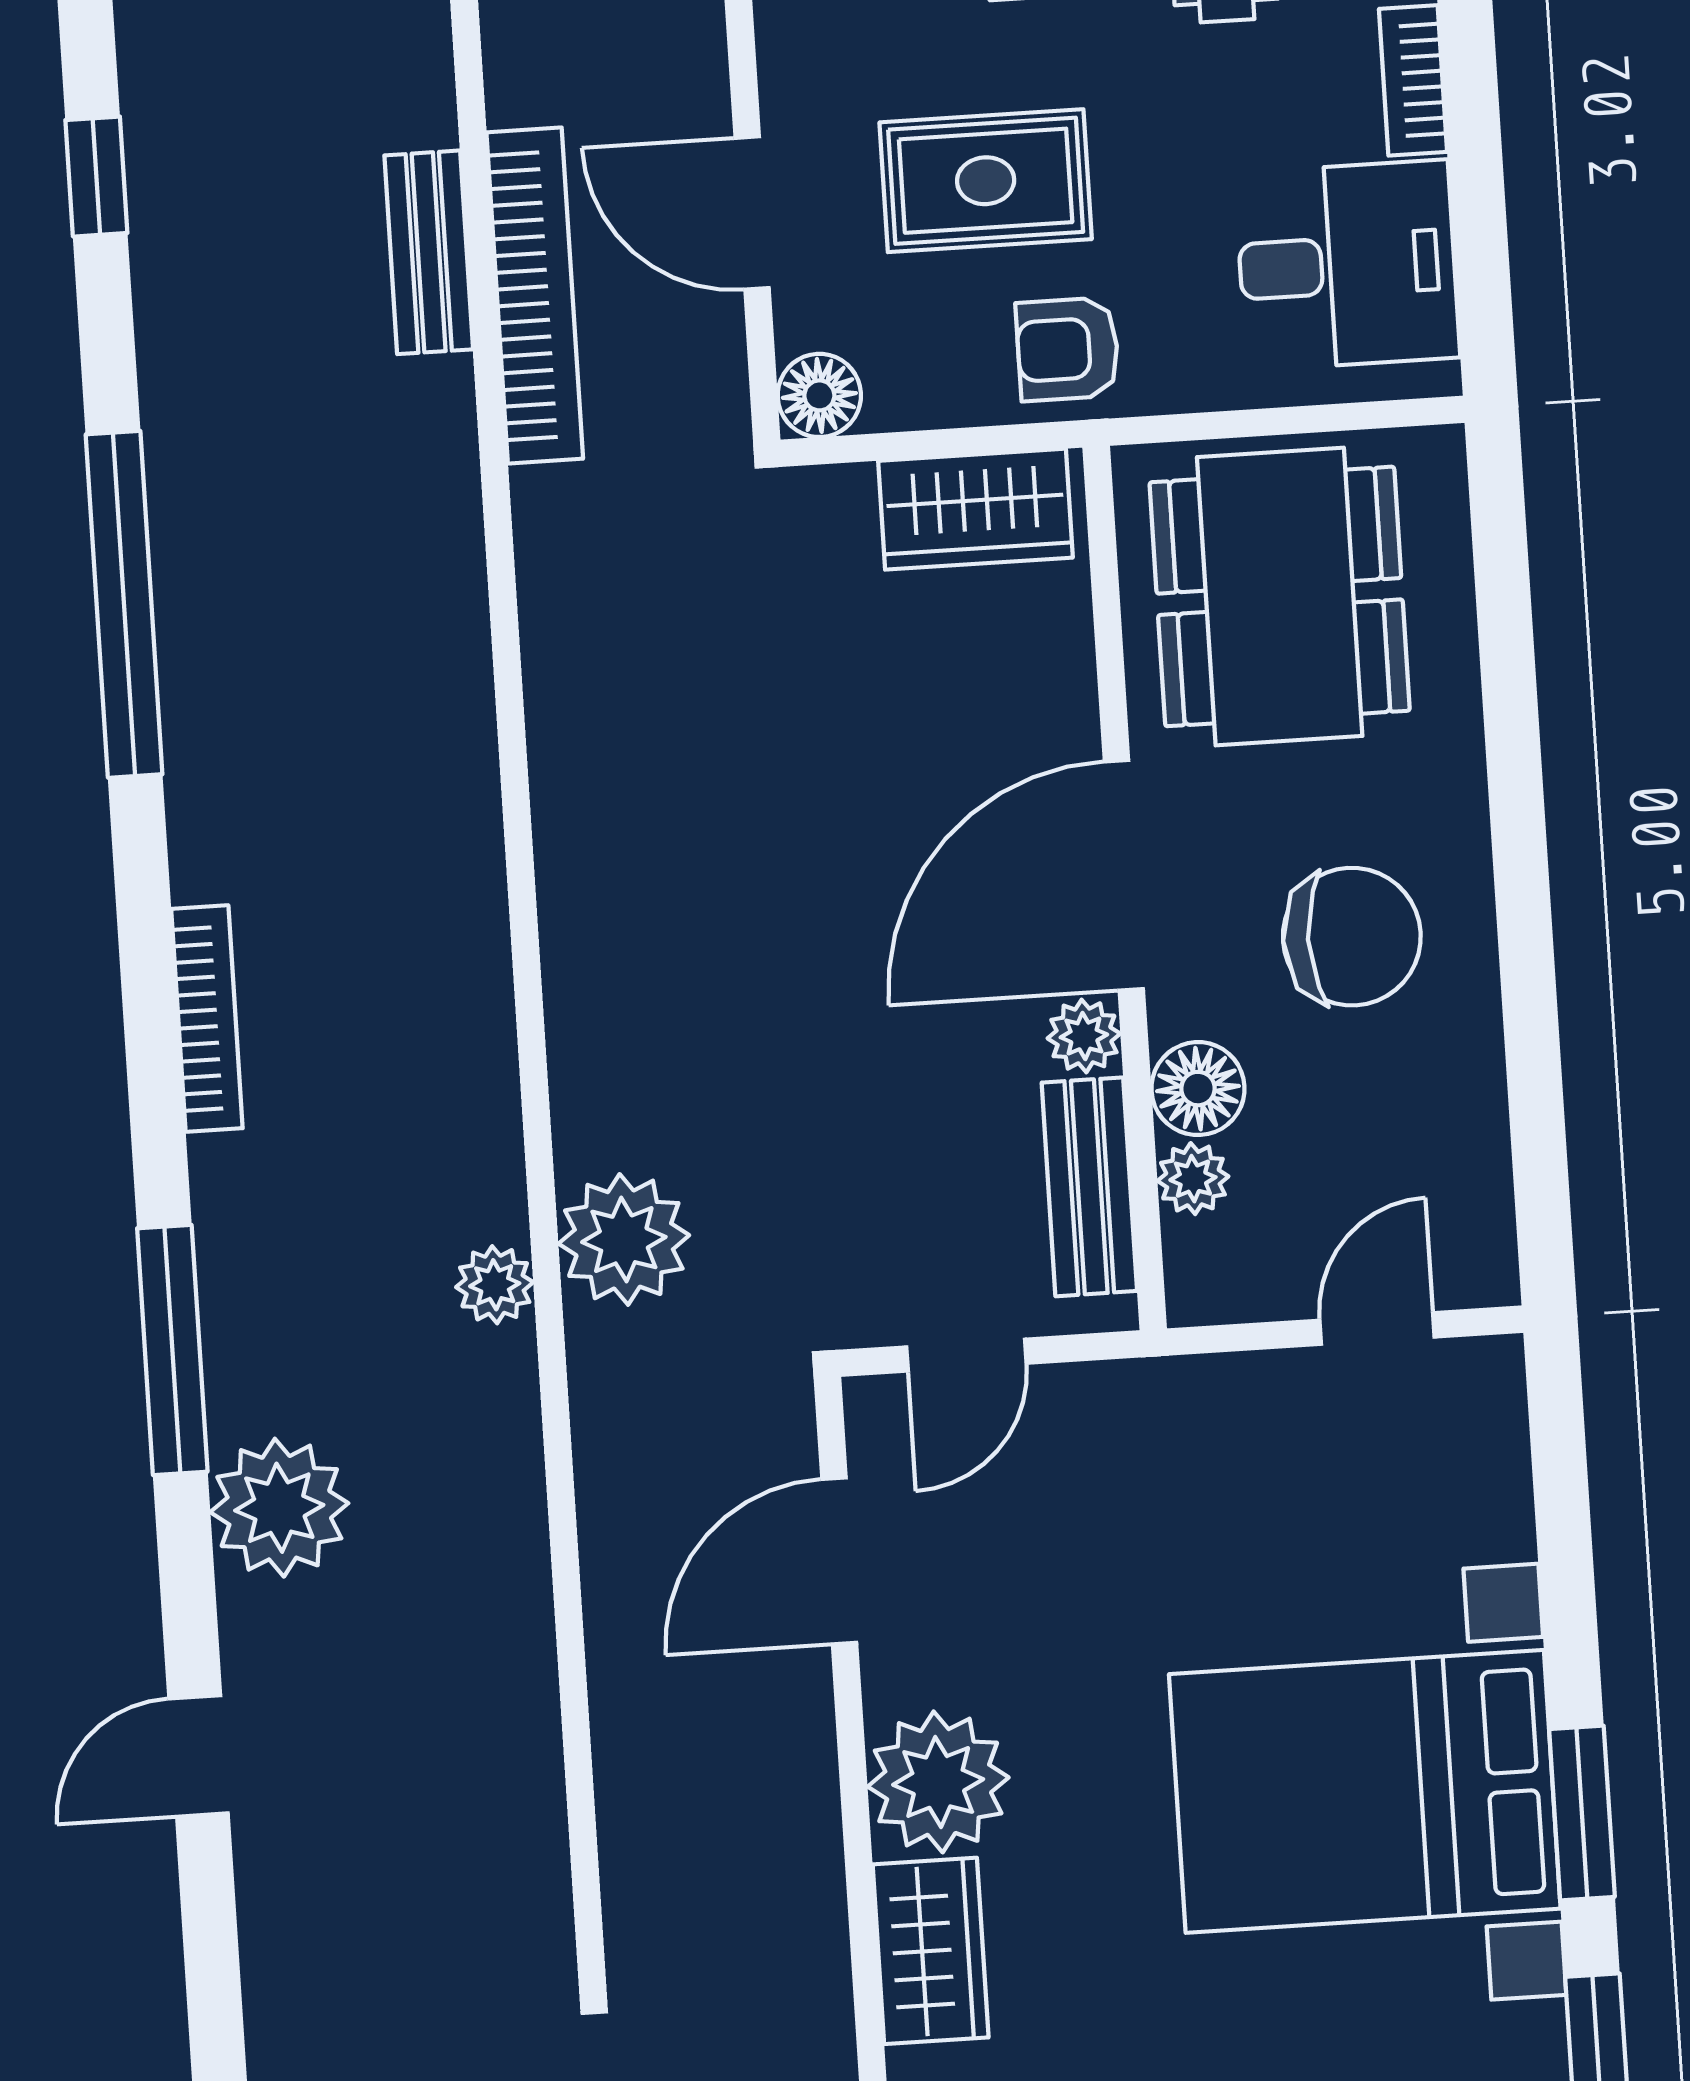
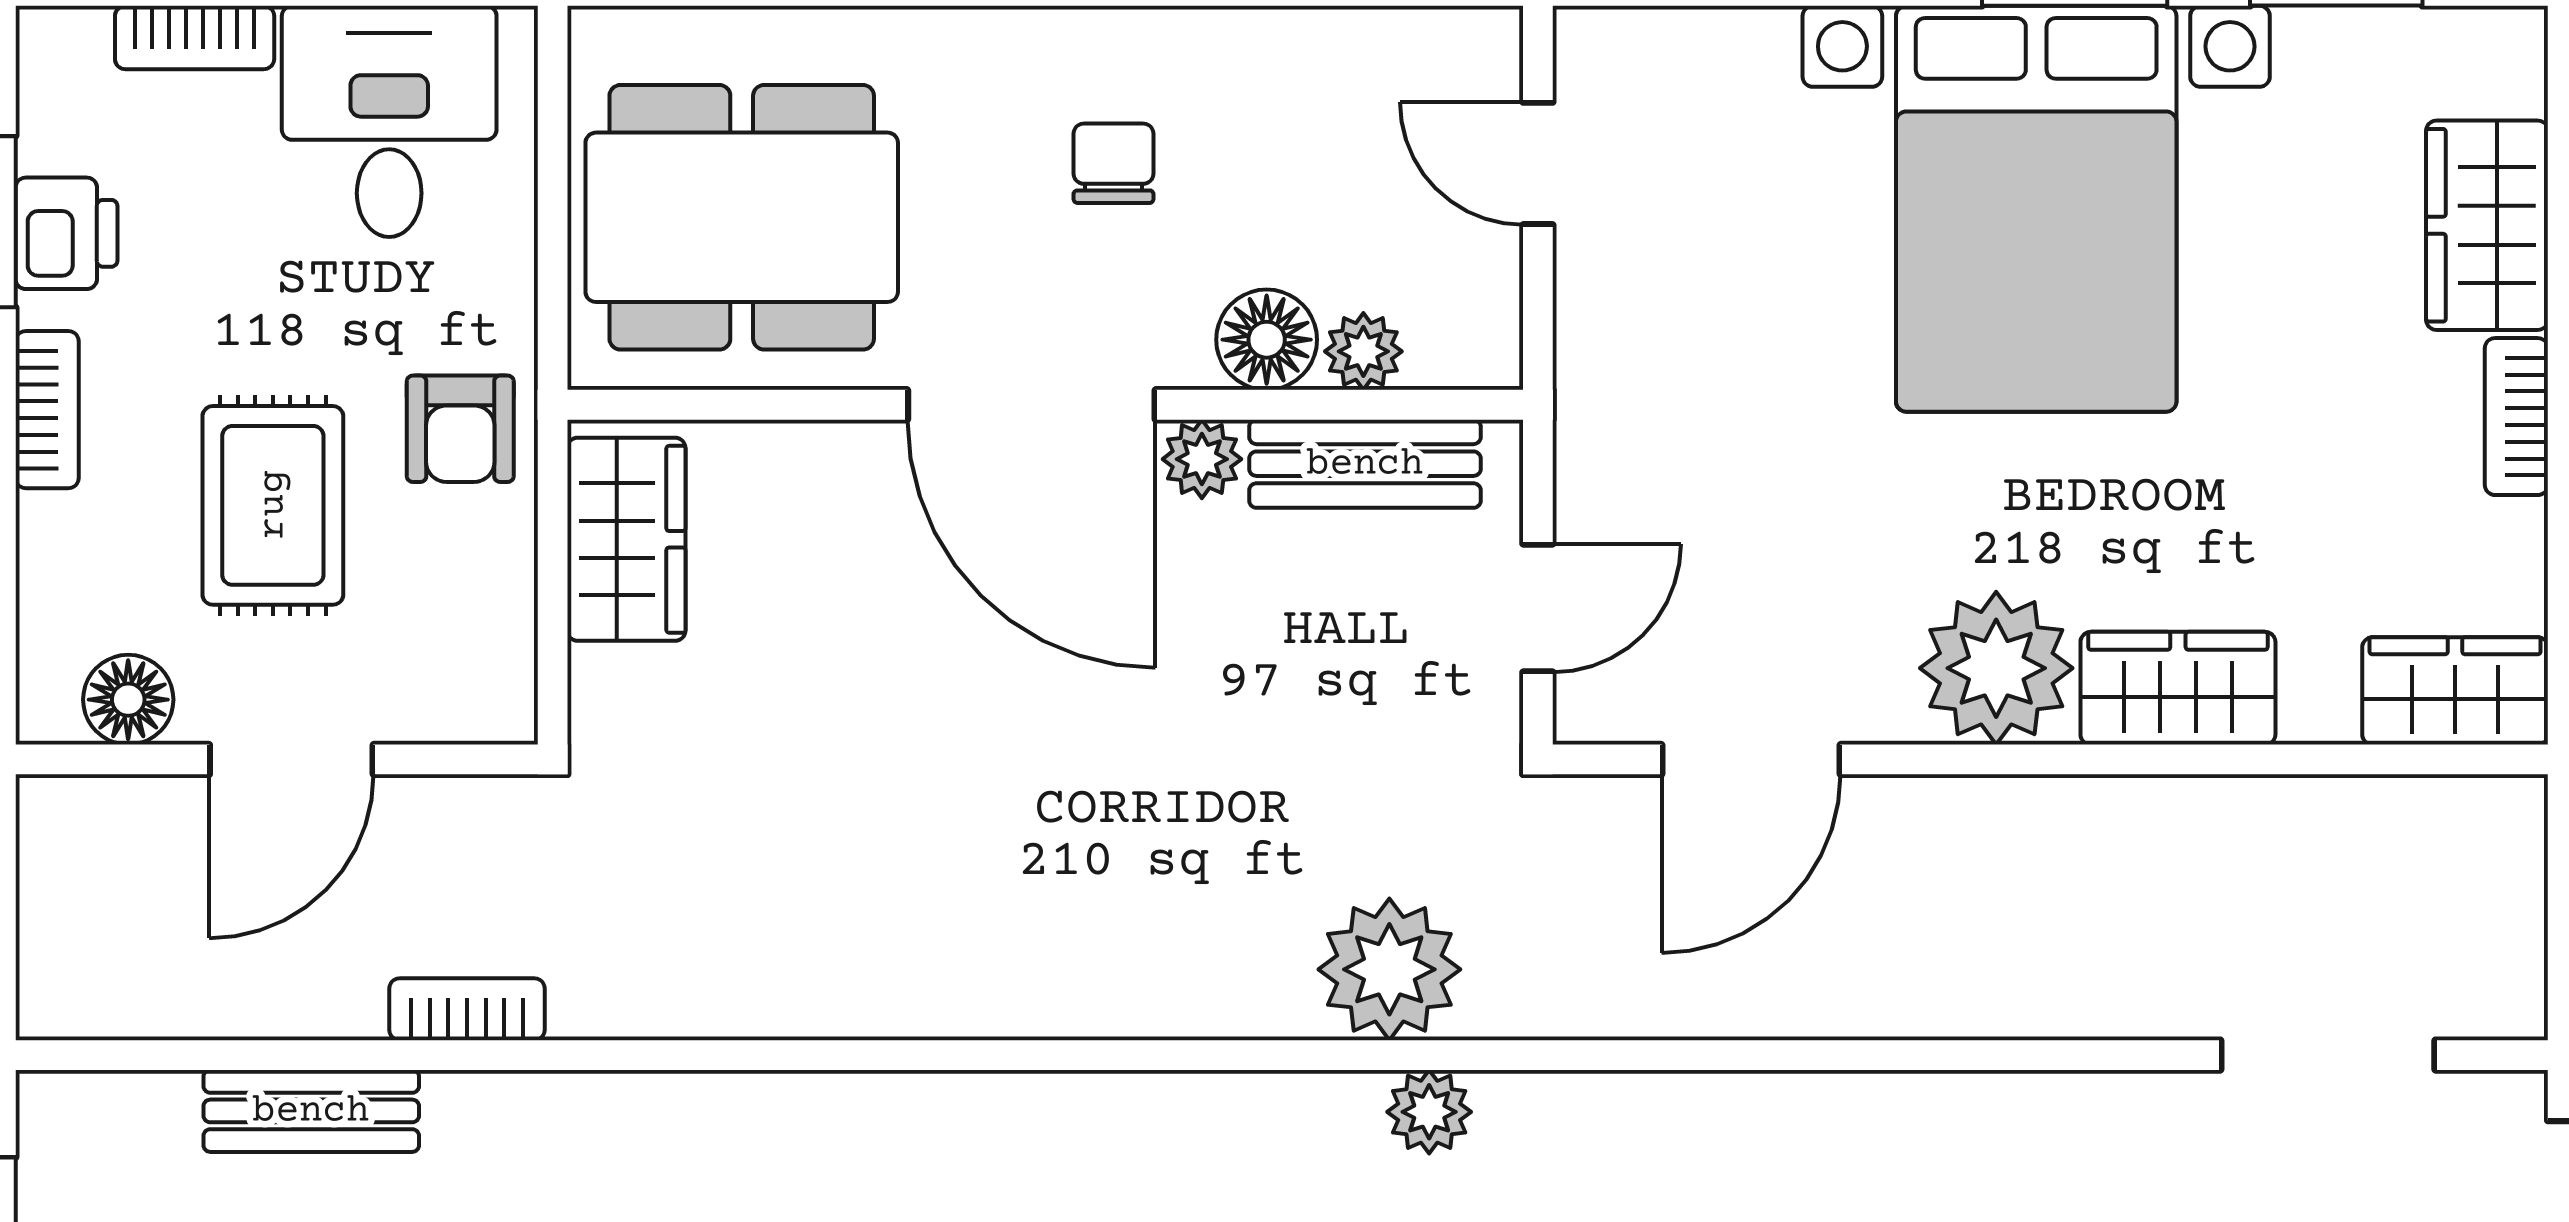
bookcase: (535, 295) -> (467, 1009), width x0.43, depth x0.76
floor lamp: (819, 395) -> (128, 700), moved
chair: (1352, 937) -> (1114, 163), width x0.54, depth x0.54
door: (966, 1355) -> (1538, 608), hinge flipped
door: (839, 1561) -> (1751, 759), hinge flipped

